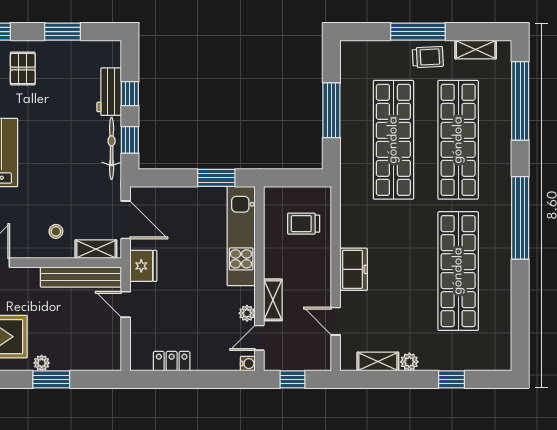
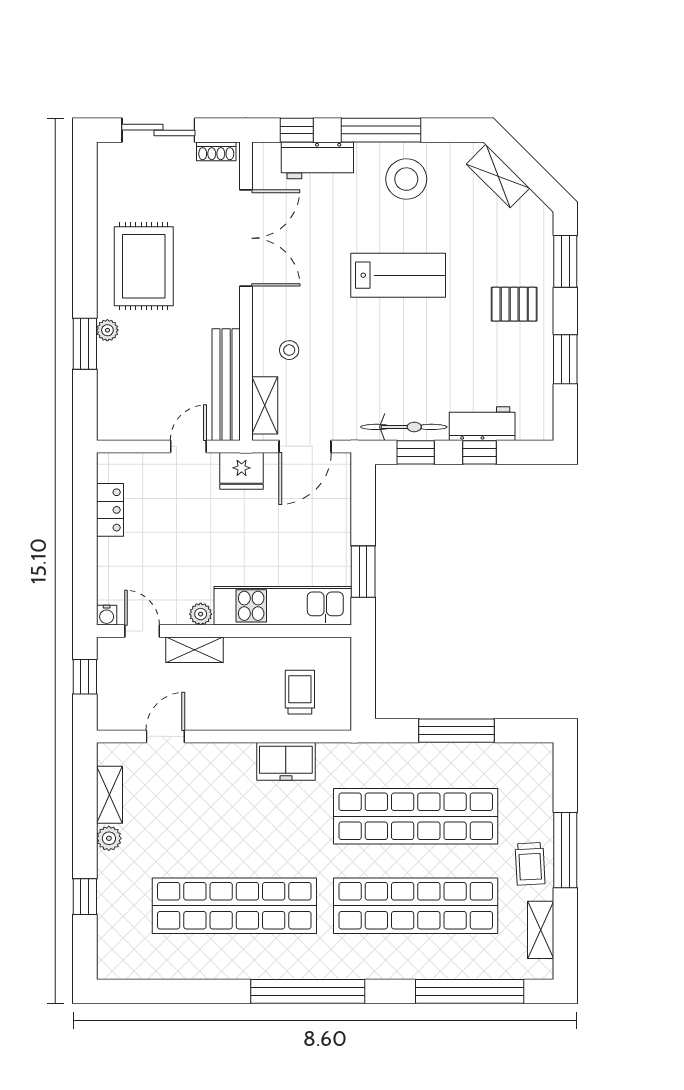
freezer: (354, 269) -> (286, 761), moved
plant: (247, 313) -> (201, 614), moved

